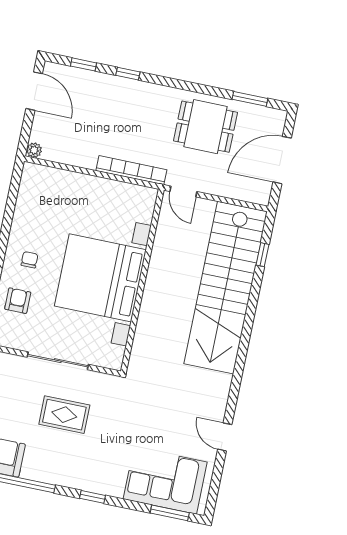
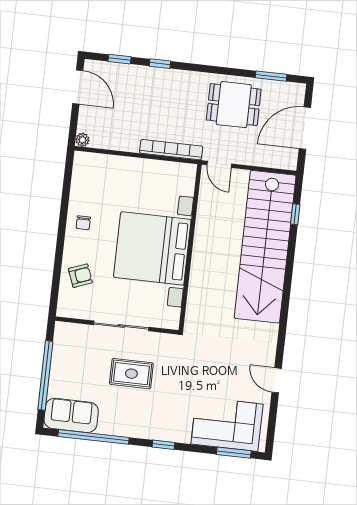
chair: (29, 260) -> (83, 223), moved, turned 180
armchair: (18, 301) -> (80, 276), turned 69

